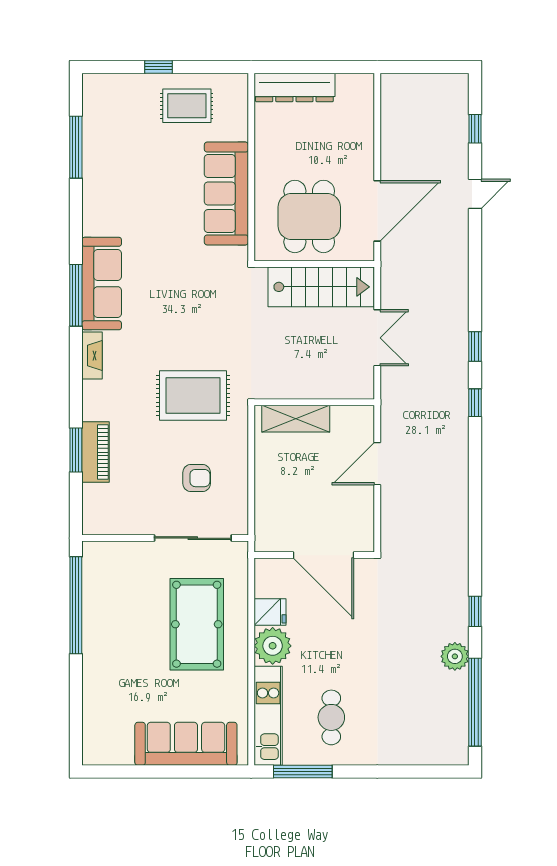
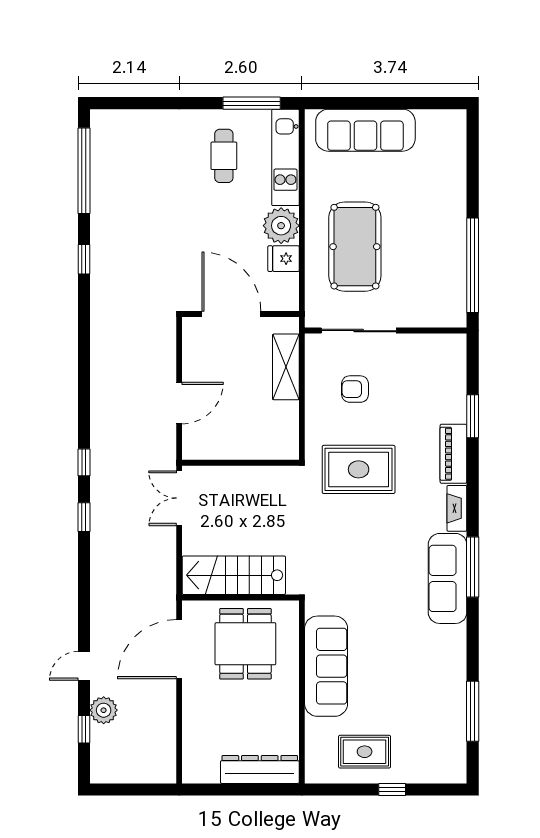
double door: (377, 338) -> (179, 498), moved
shelving: (296, 419) -> (286, 367), moved, turned 90
piano: (96, 452) -> (453, 454), moved
plant: (455, 656) -> (104, 710), moved

